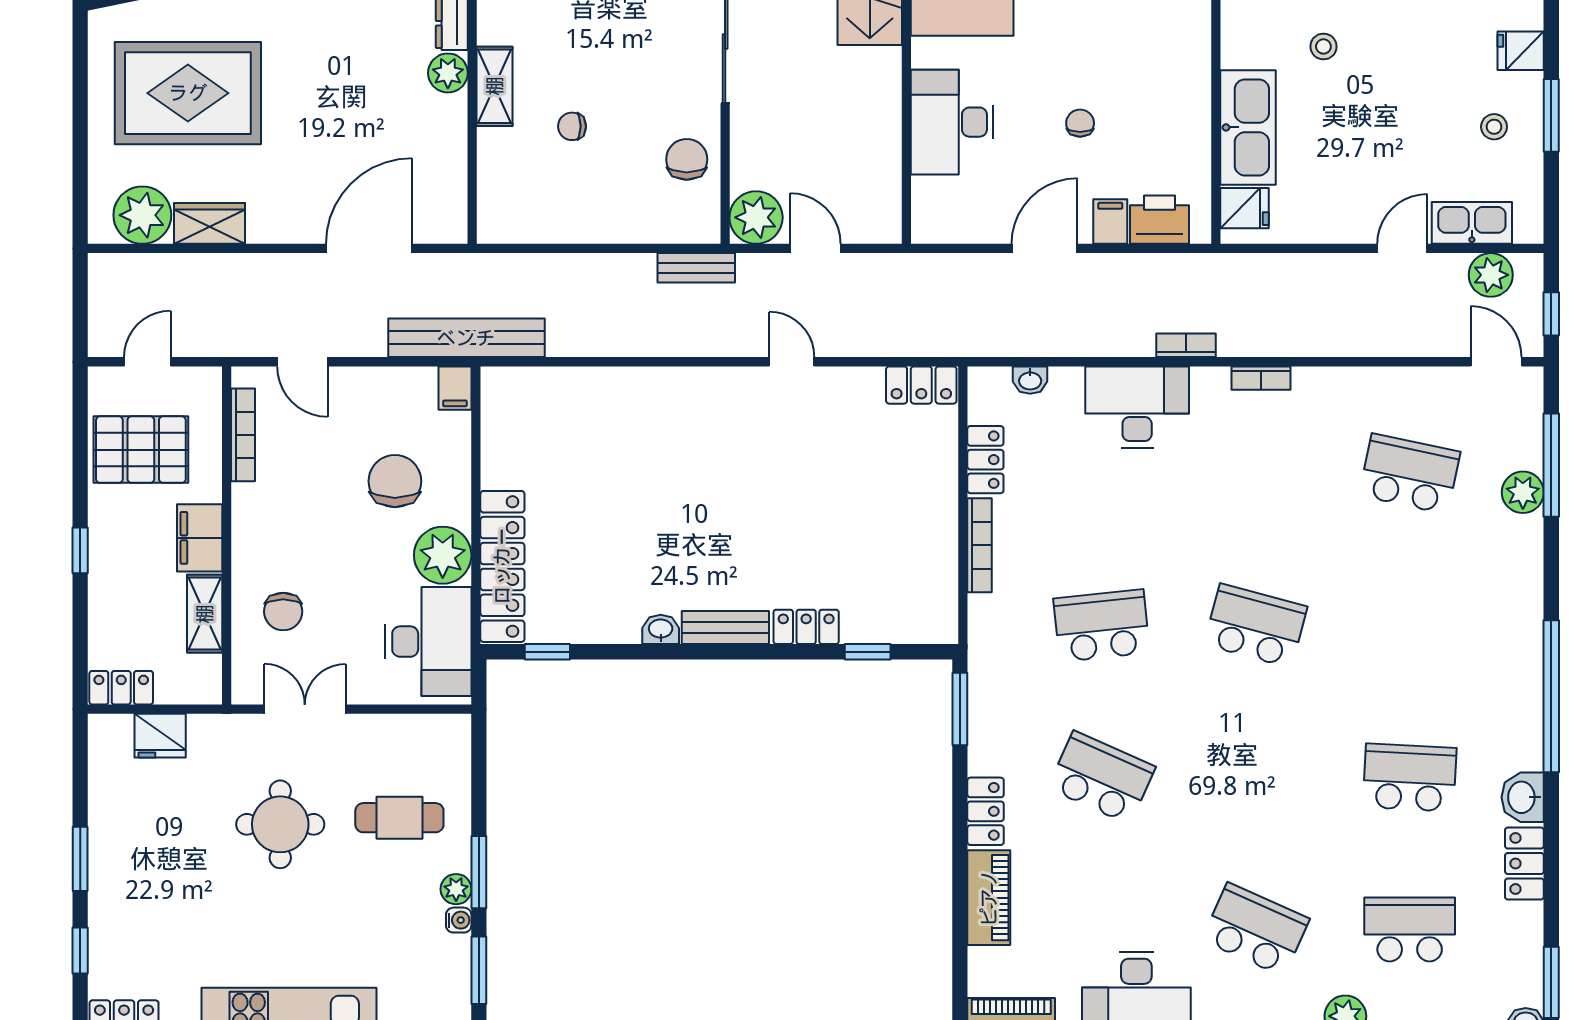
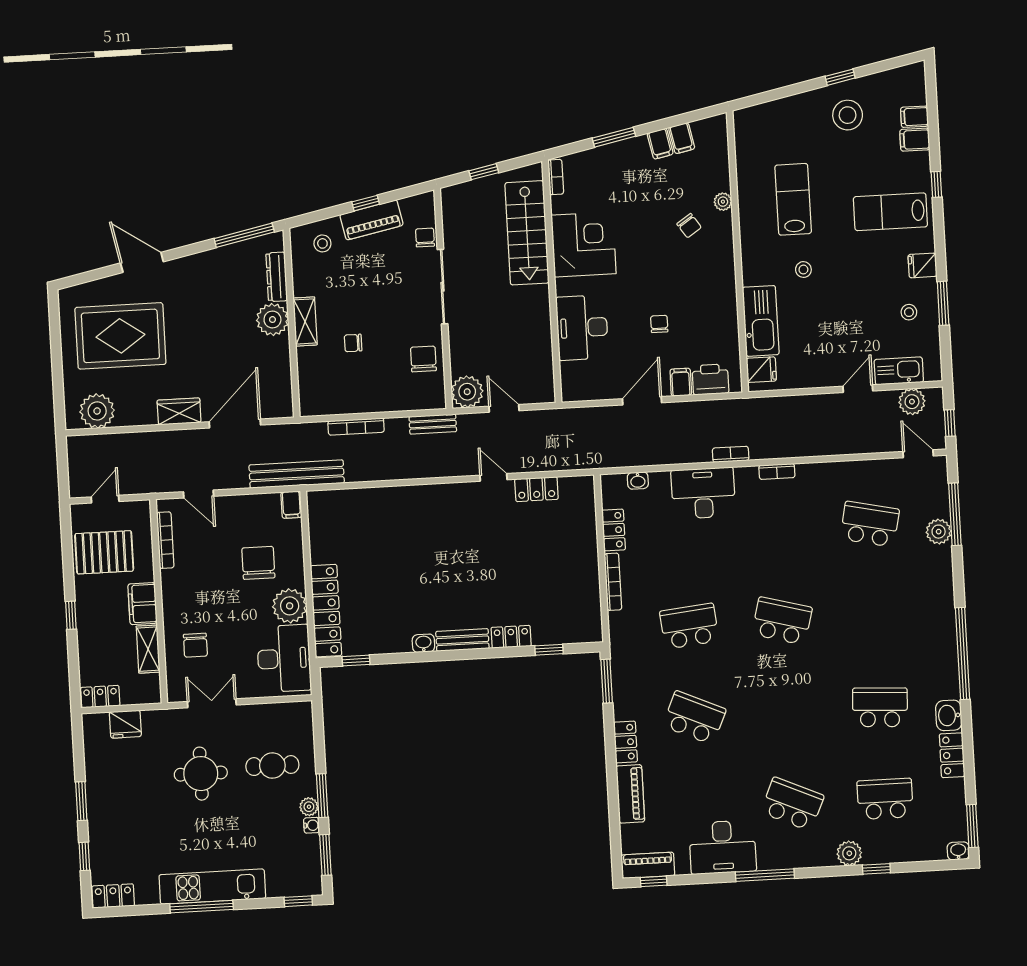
plant: (448, 73) -> (272, 320), width x1.36, depth x1.36
wardrobe: (209, 223) -> (179, 411), moved
bookcase: (569, 265) -> (356, 427), added
locker: (921, 385) -> (536, 489), moved

